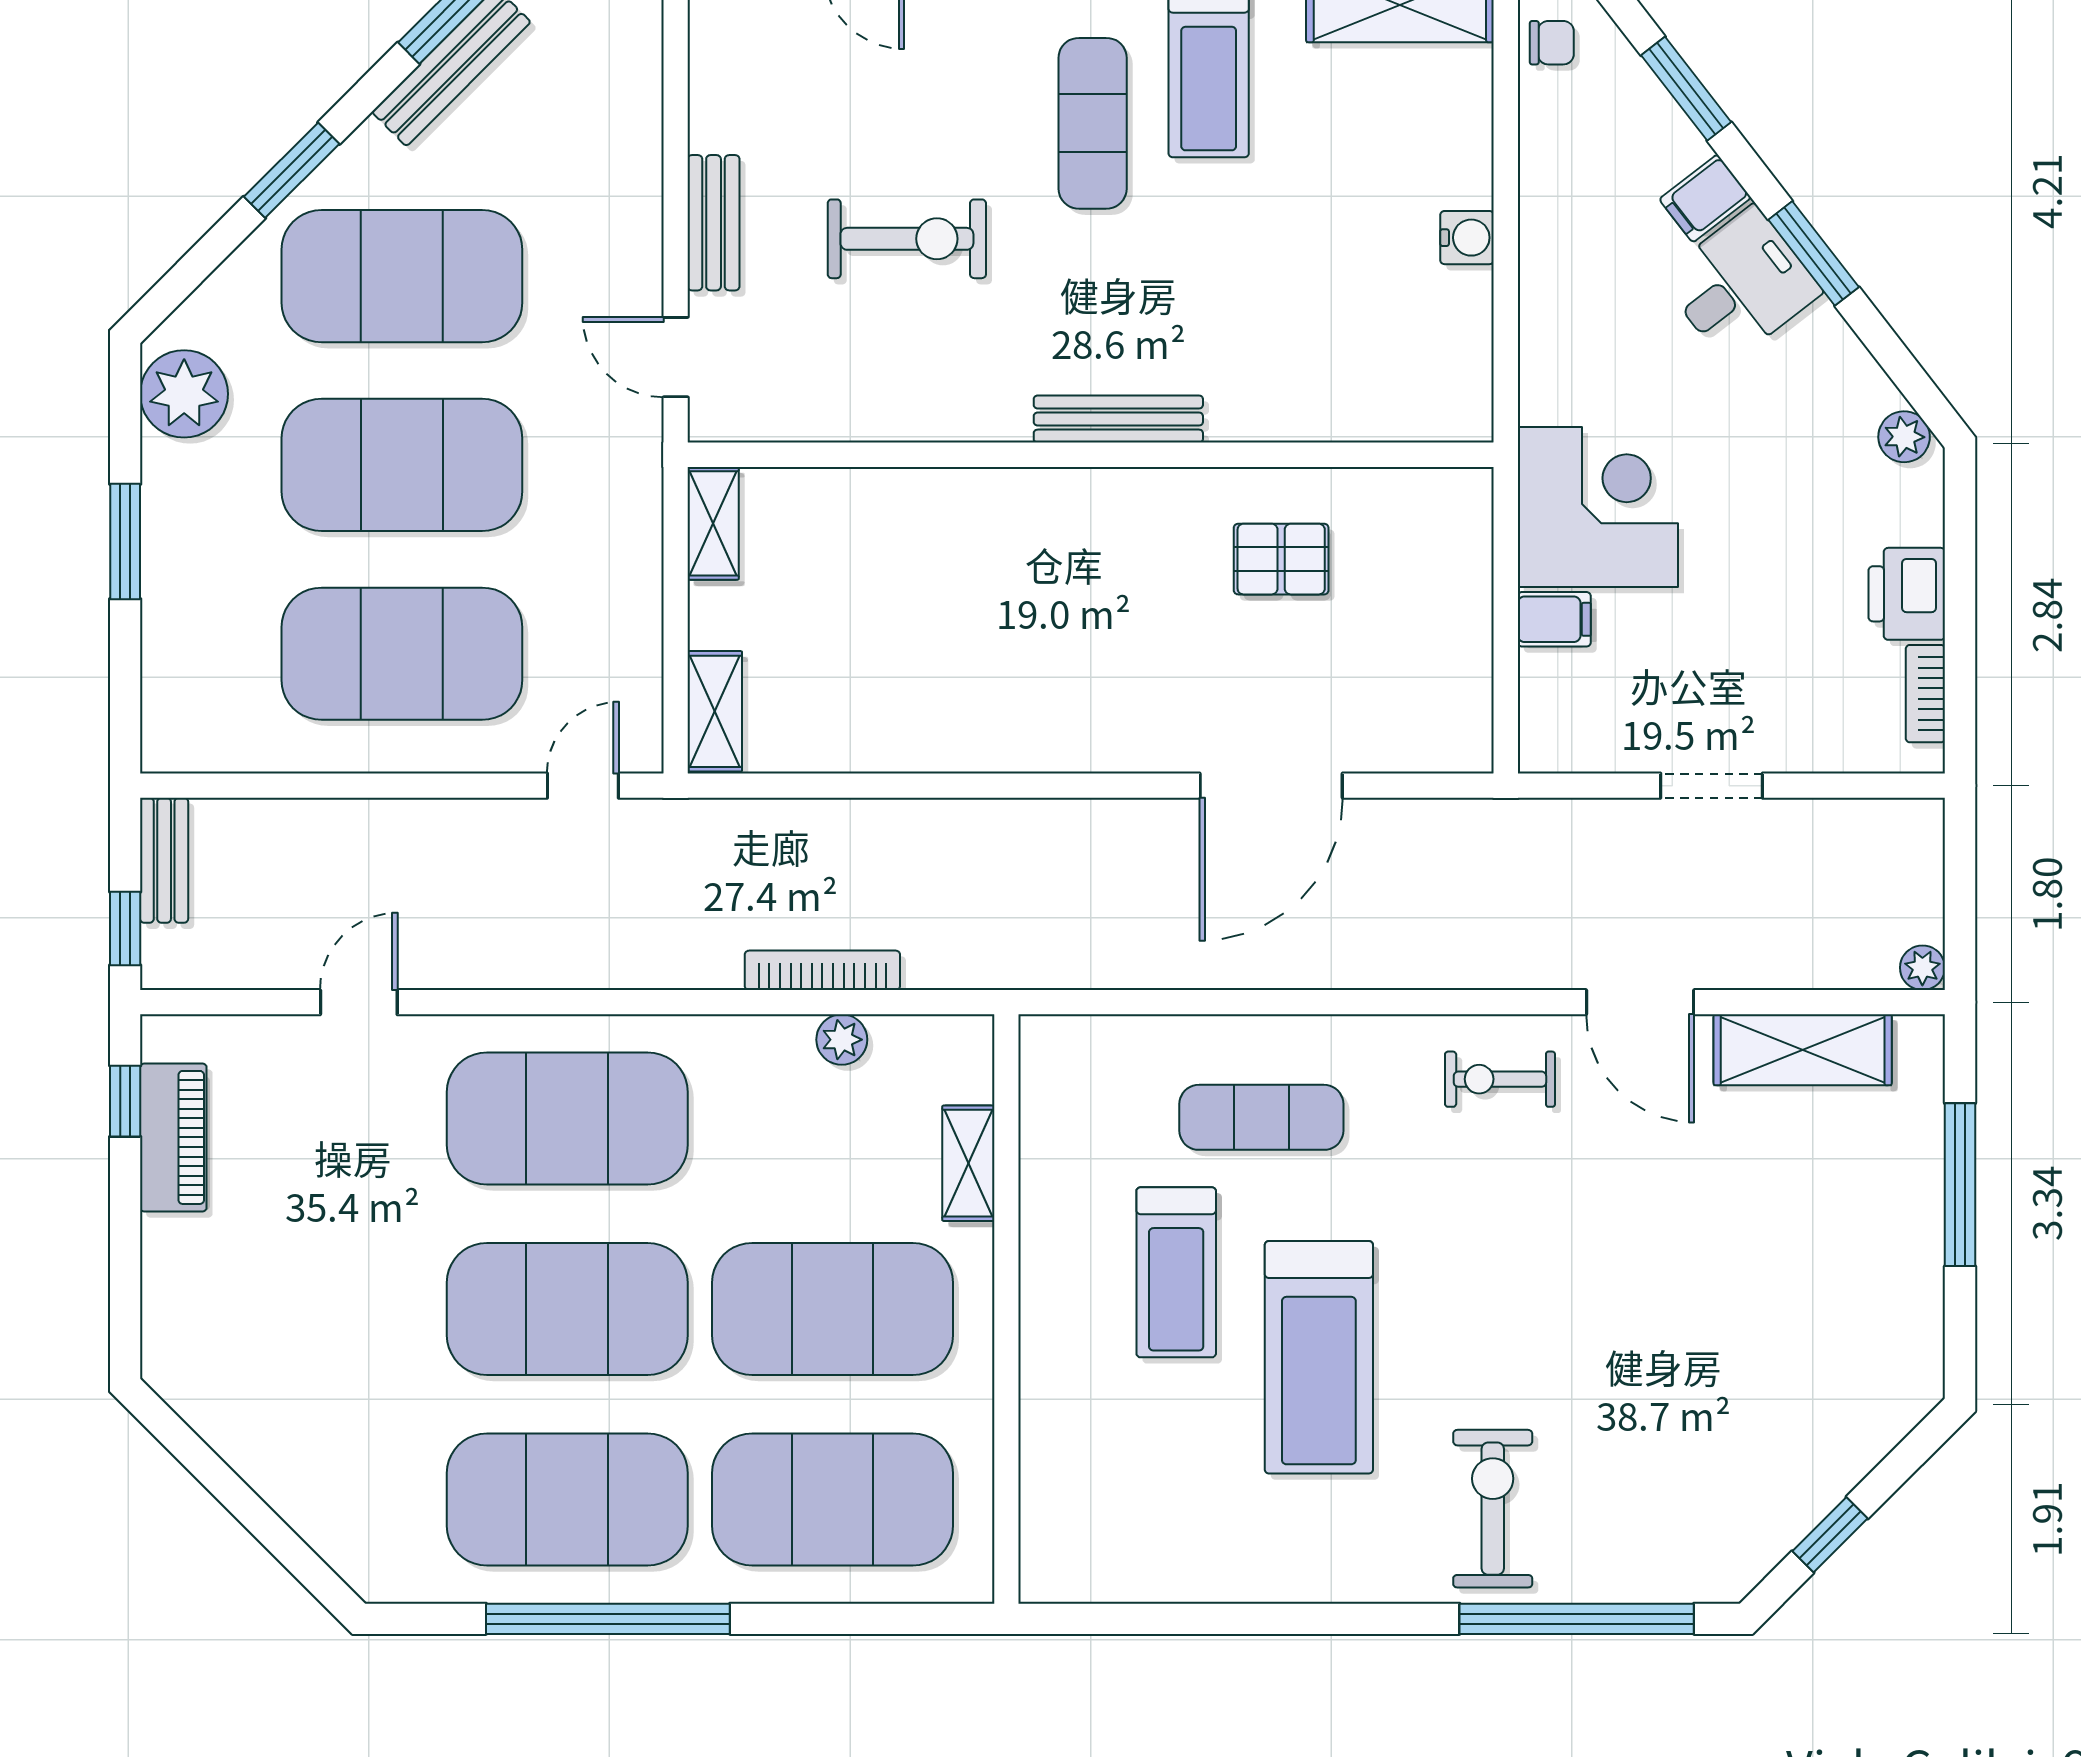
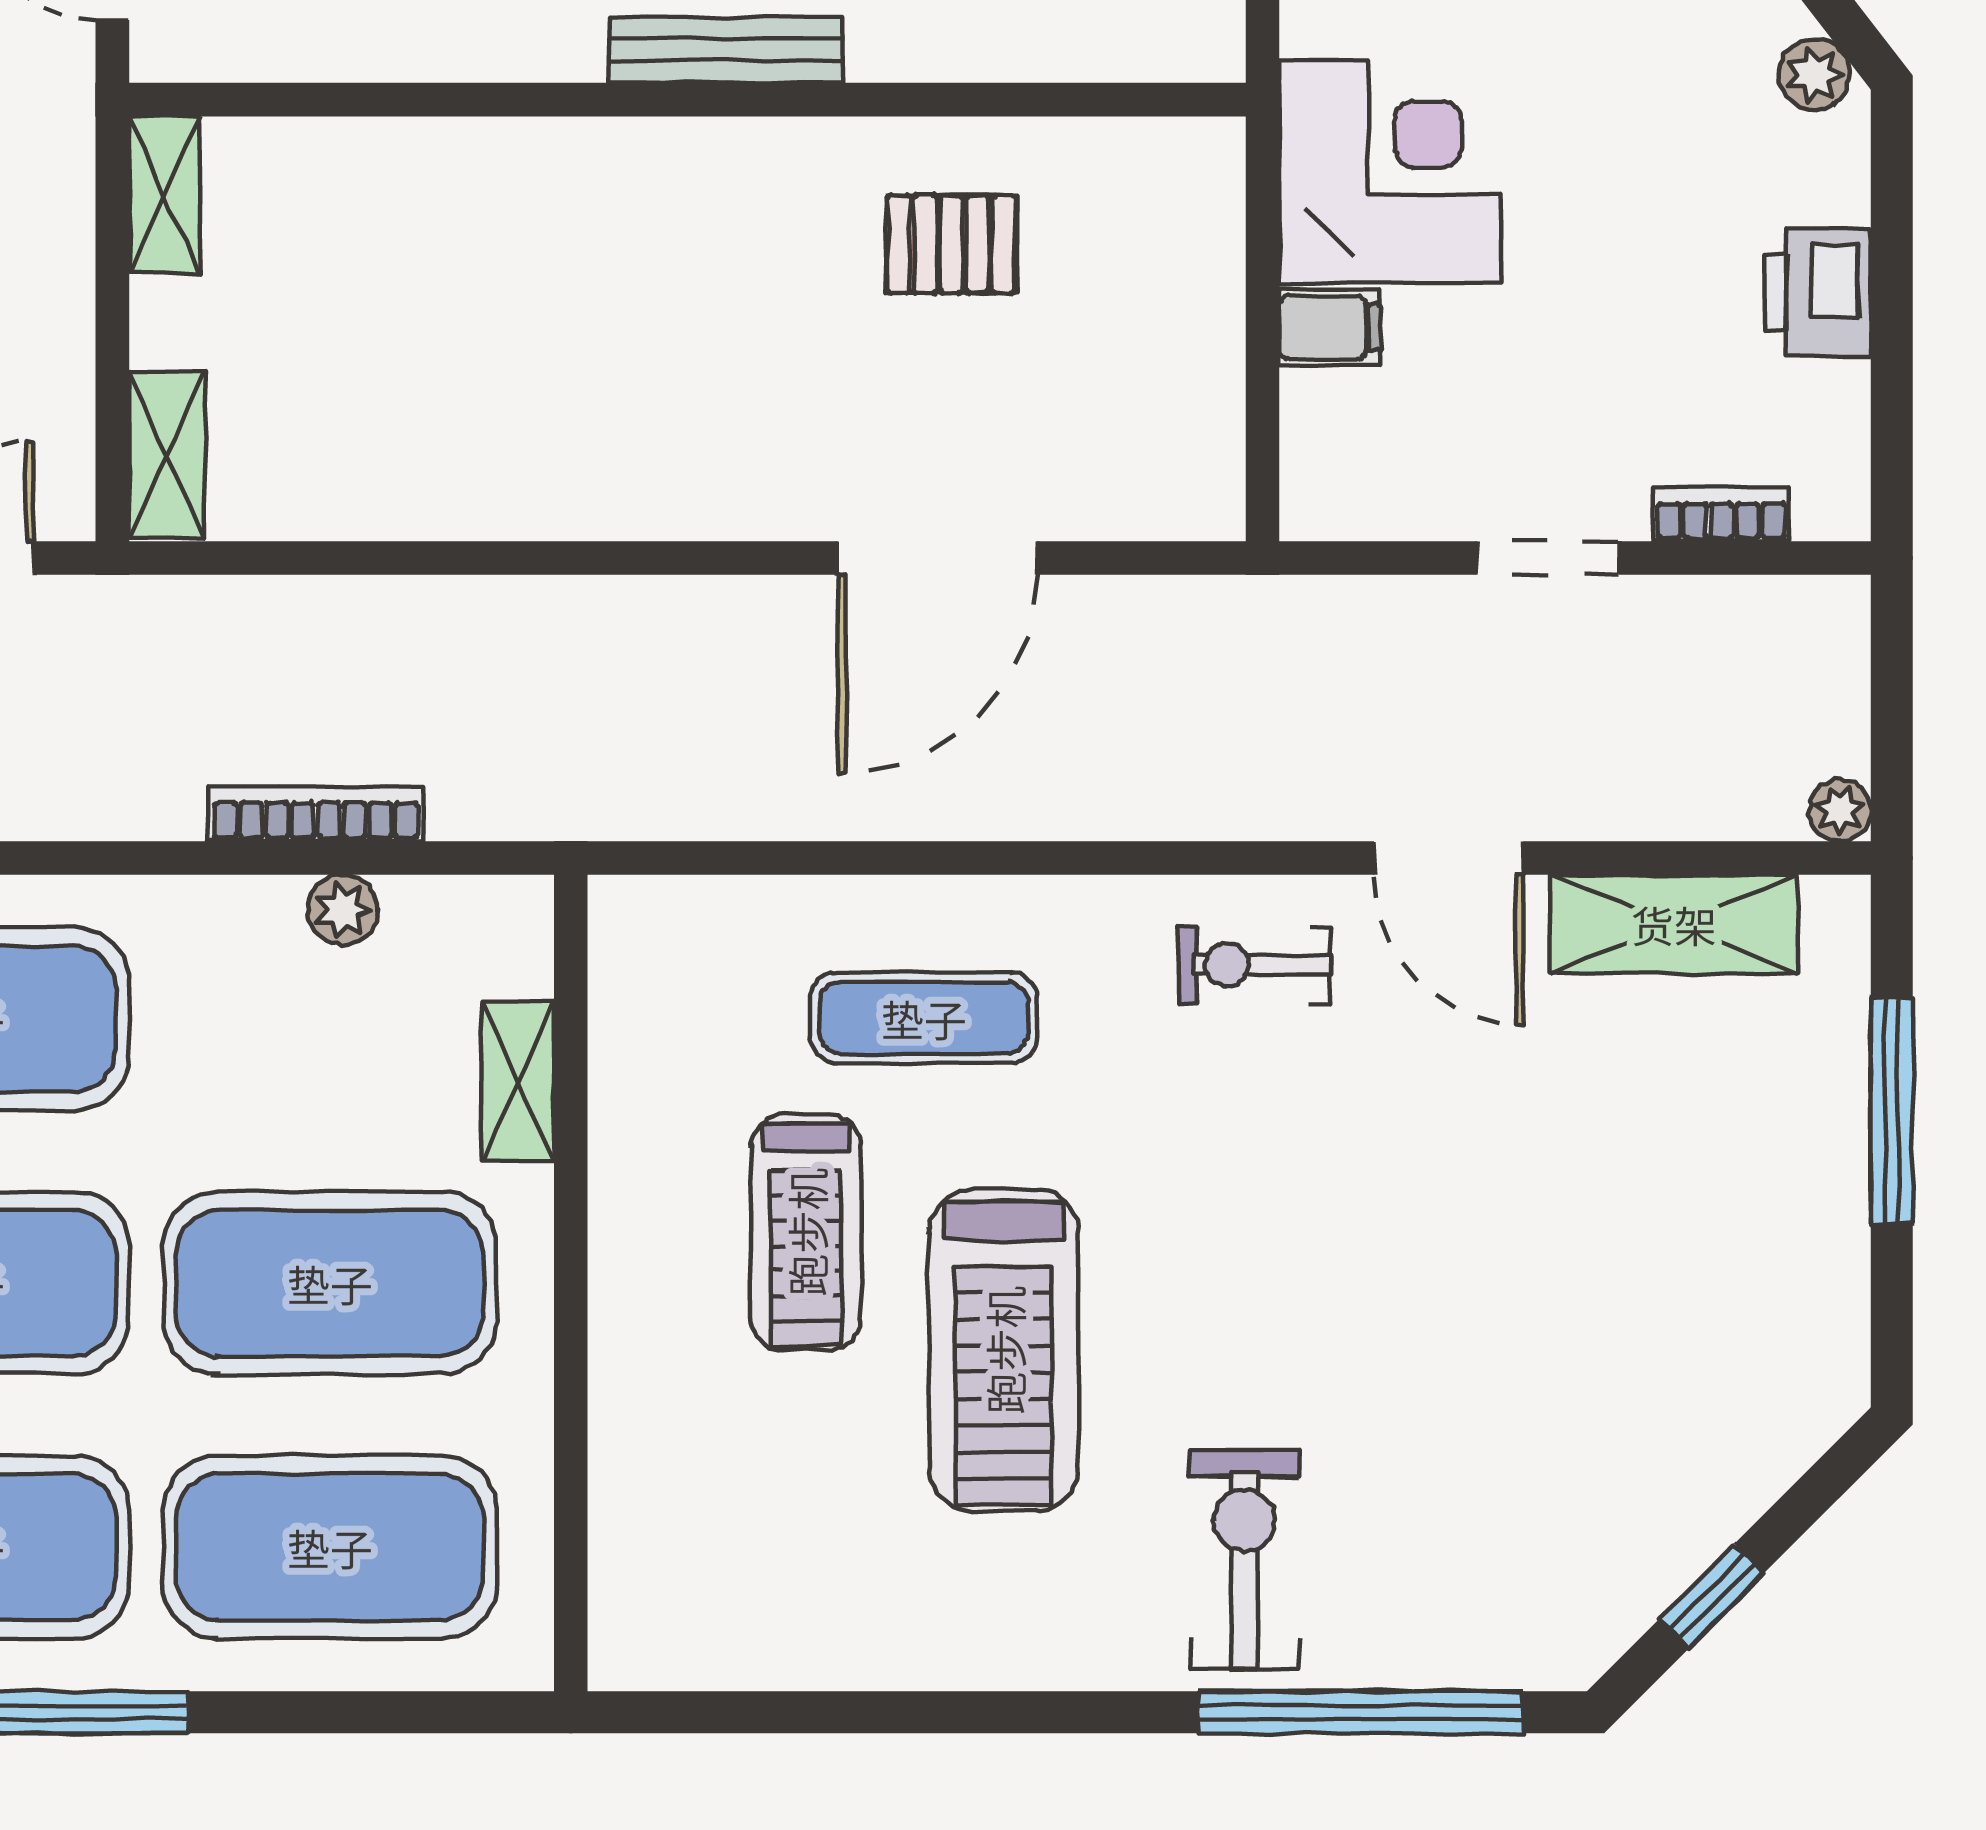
bookcase: (1925, 694) -> (1721, 514), moved, turned 90

